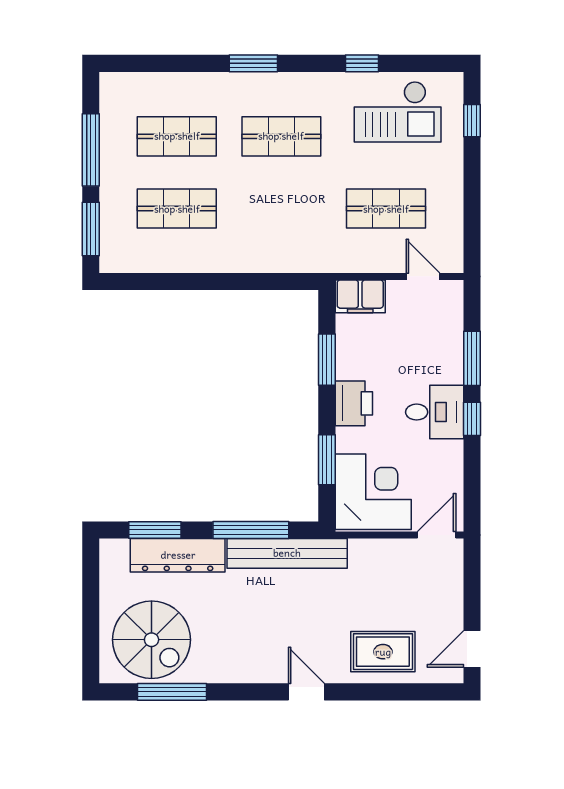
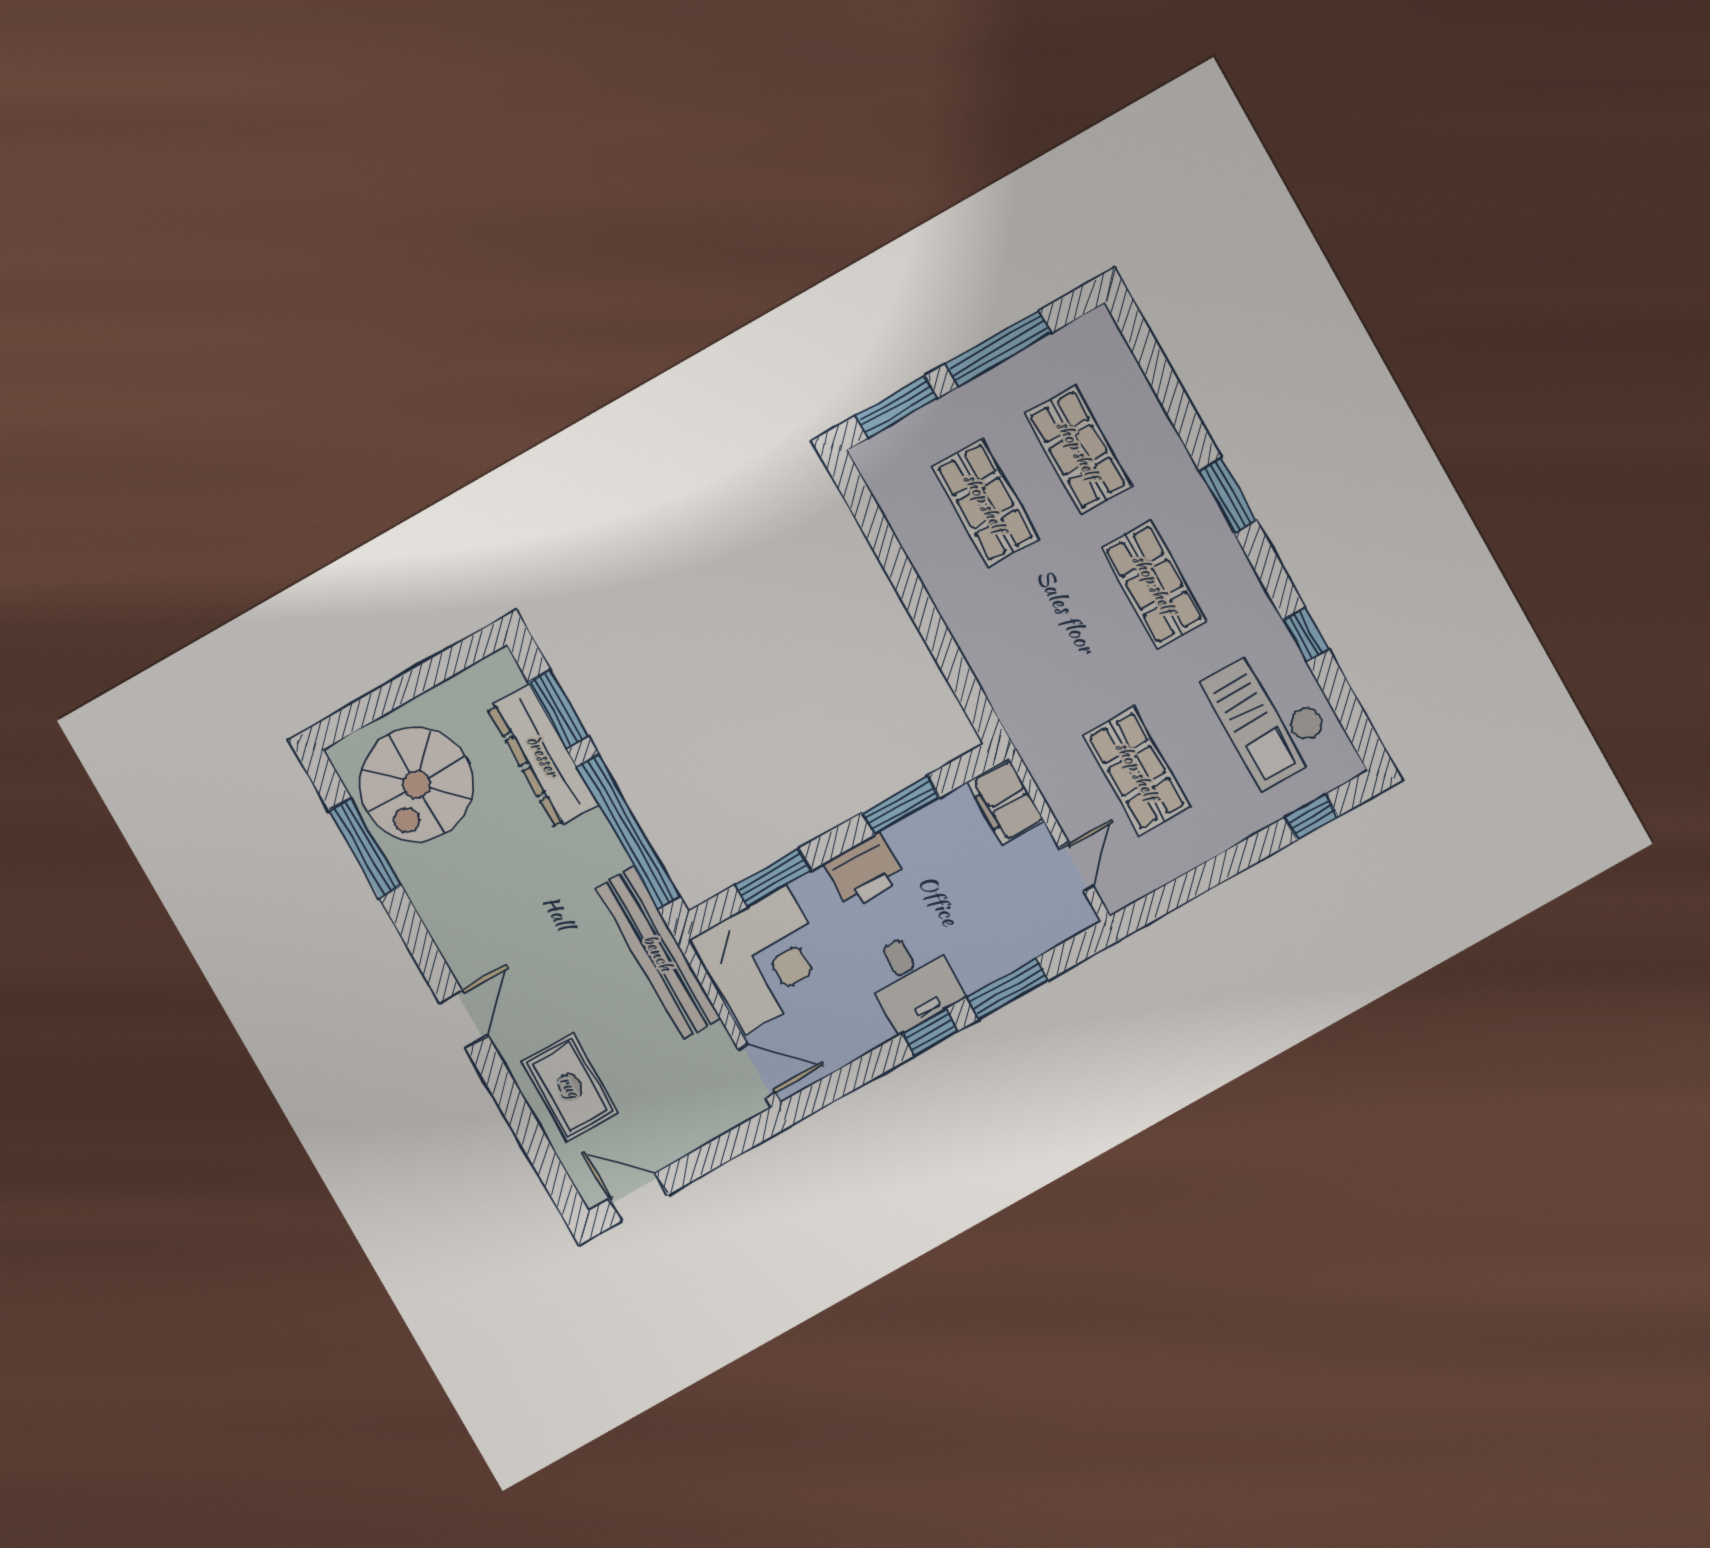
window: (251, 530) -> (628, 832), width x1.46
bench: (287, 553) -> (658, 953), moved

